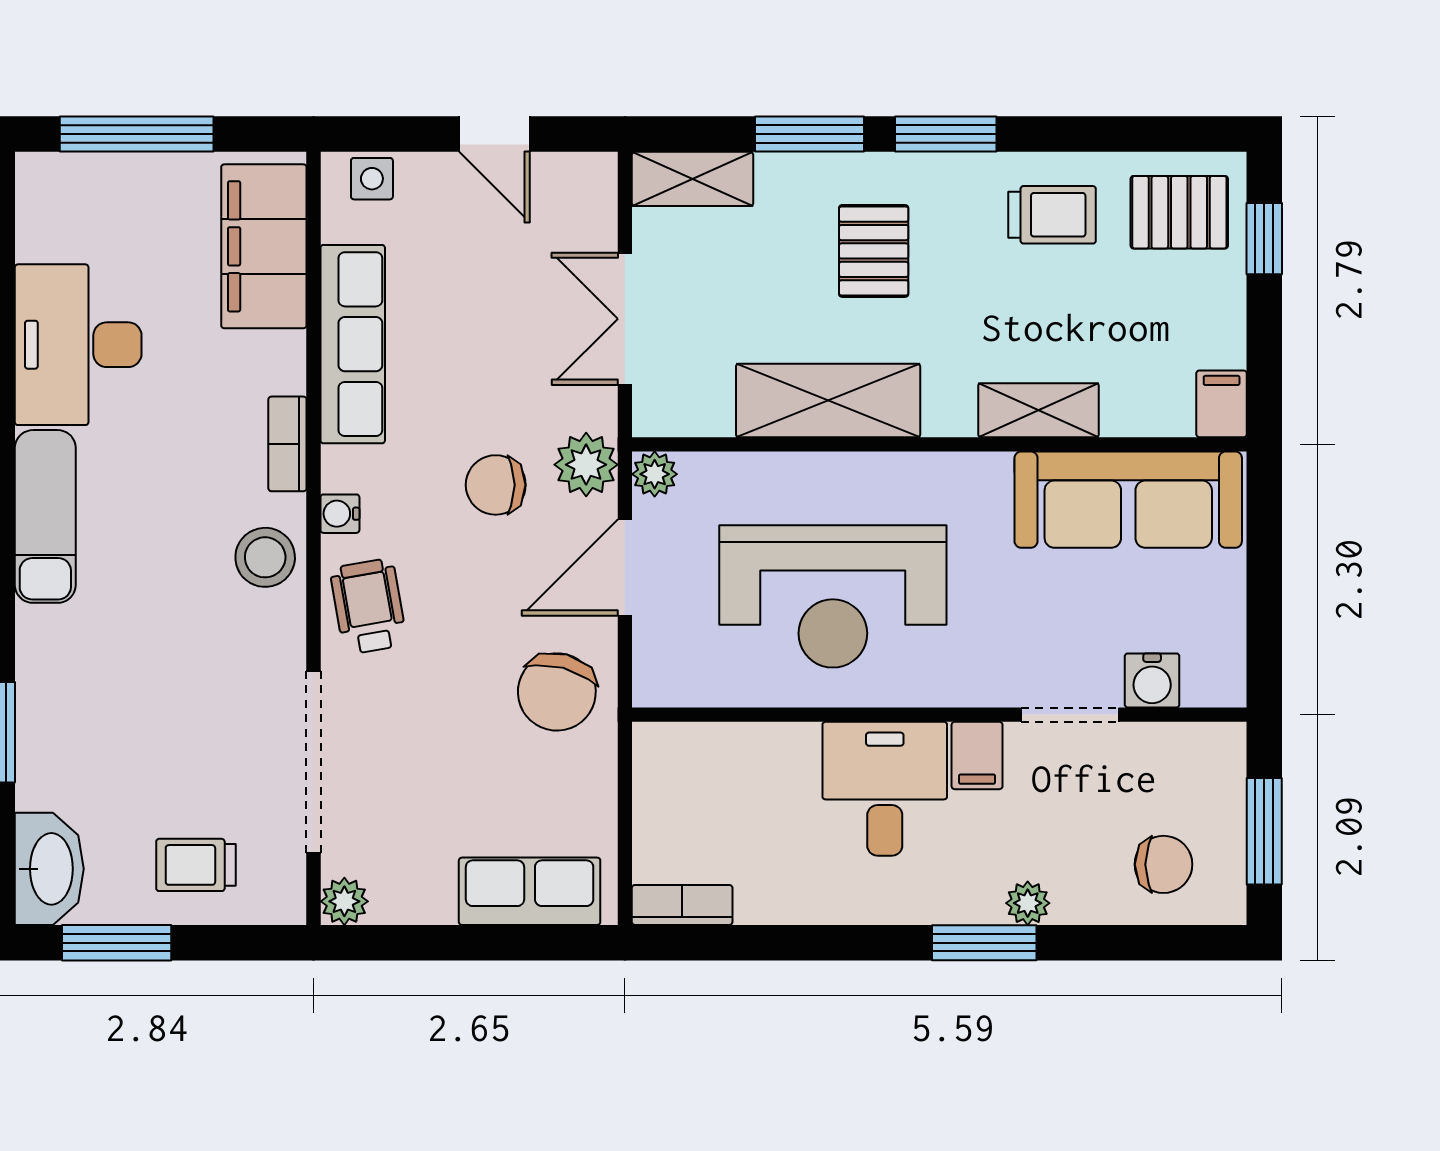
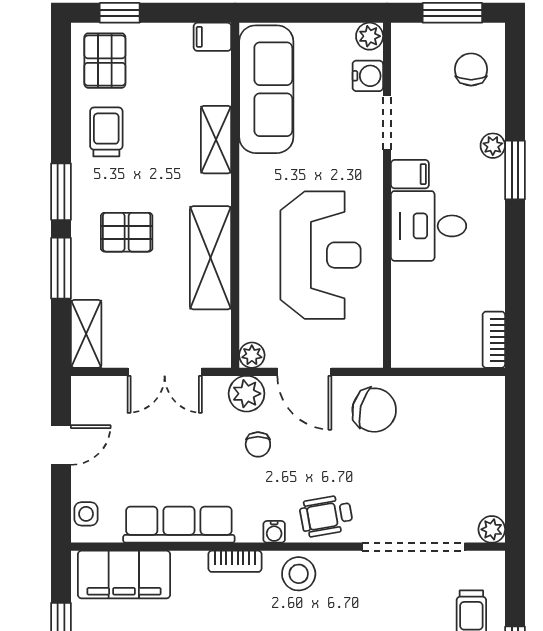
chair: (496, 485) -> (258, 444), width x0.73, depth x0.73
plant: (1223, 684) -> (370, 36), added
row of seats: (530, 891) -> (486, 425), removed

